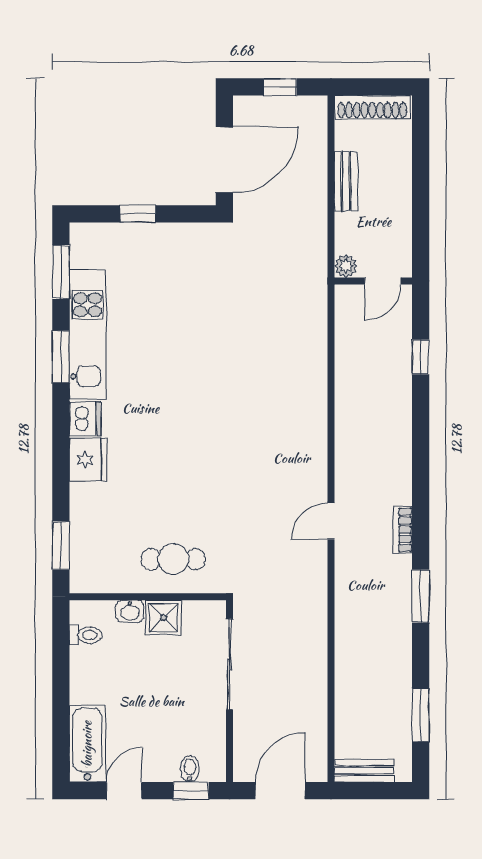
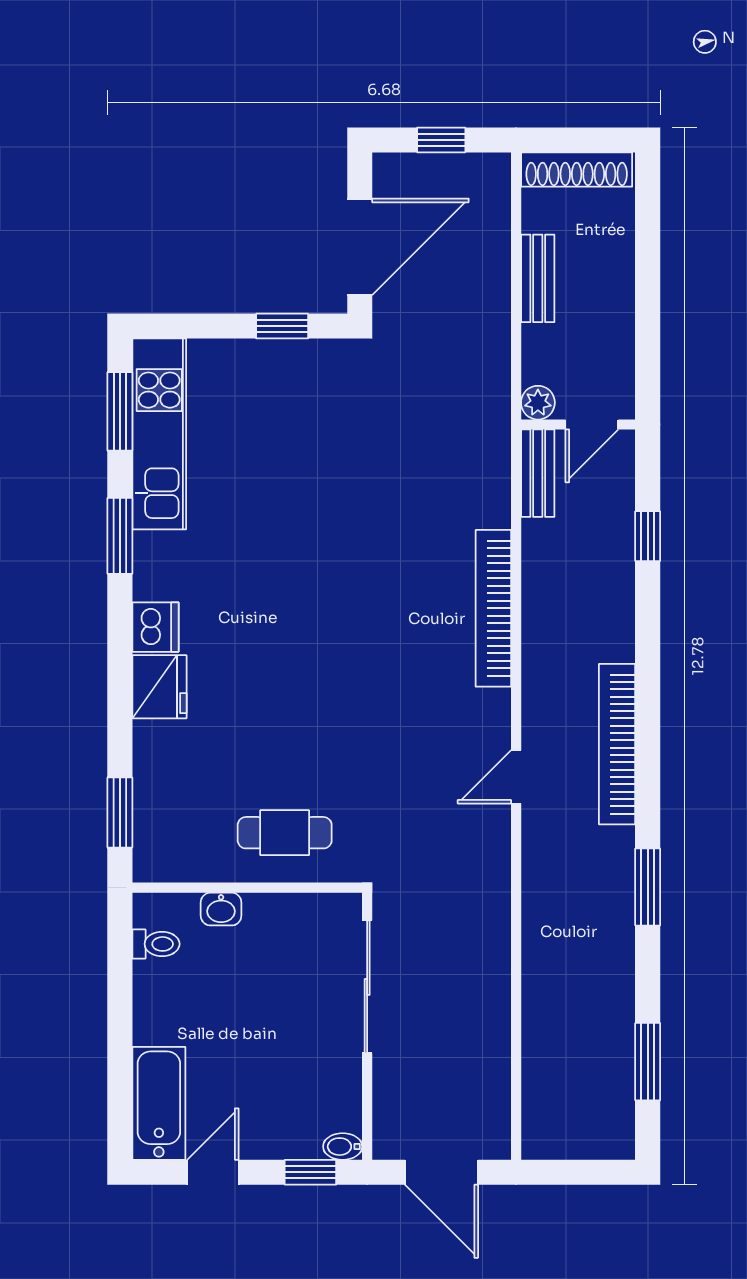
window: (138, 214) -> (282, 326), moved
kitchen unit: (88, 335) -> (159, 434), moved
bookcase: (315, 406) -> (493, 608), added
bookcase: (403, 530) -> (617, 744), width x2.31, depth x1.31
shower: (164, 618) -> (271, 919), removed
bidet: (190, 769) -> (343, 1147), moved, turned -90
bench: (364, 771) -> (538, 473), moved, turned 90
door: (280, 791) -> (441, 1172), swing flipped

